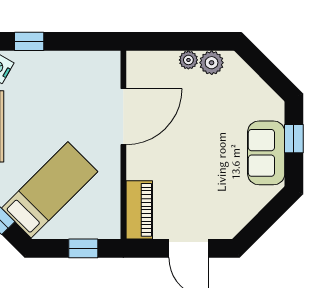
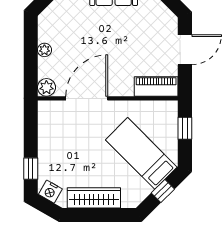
plant: (212, 63) -> (46, 87), moved
door: (123, 117) -> (87, 98), hinge flipped

